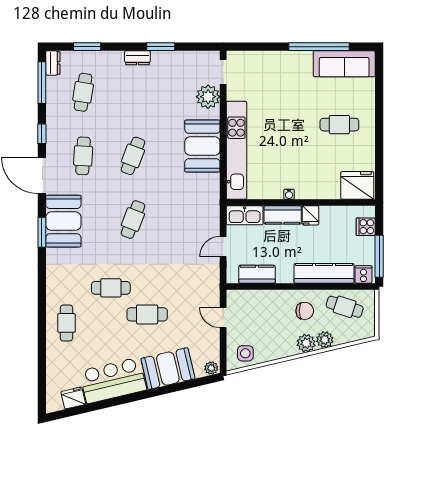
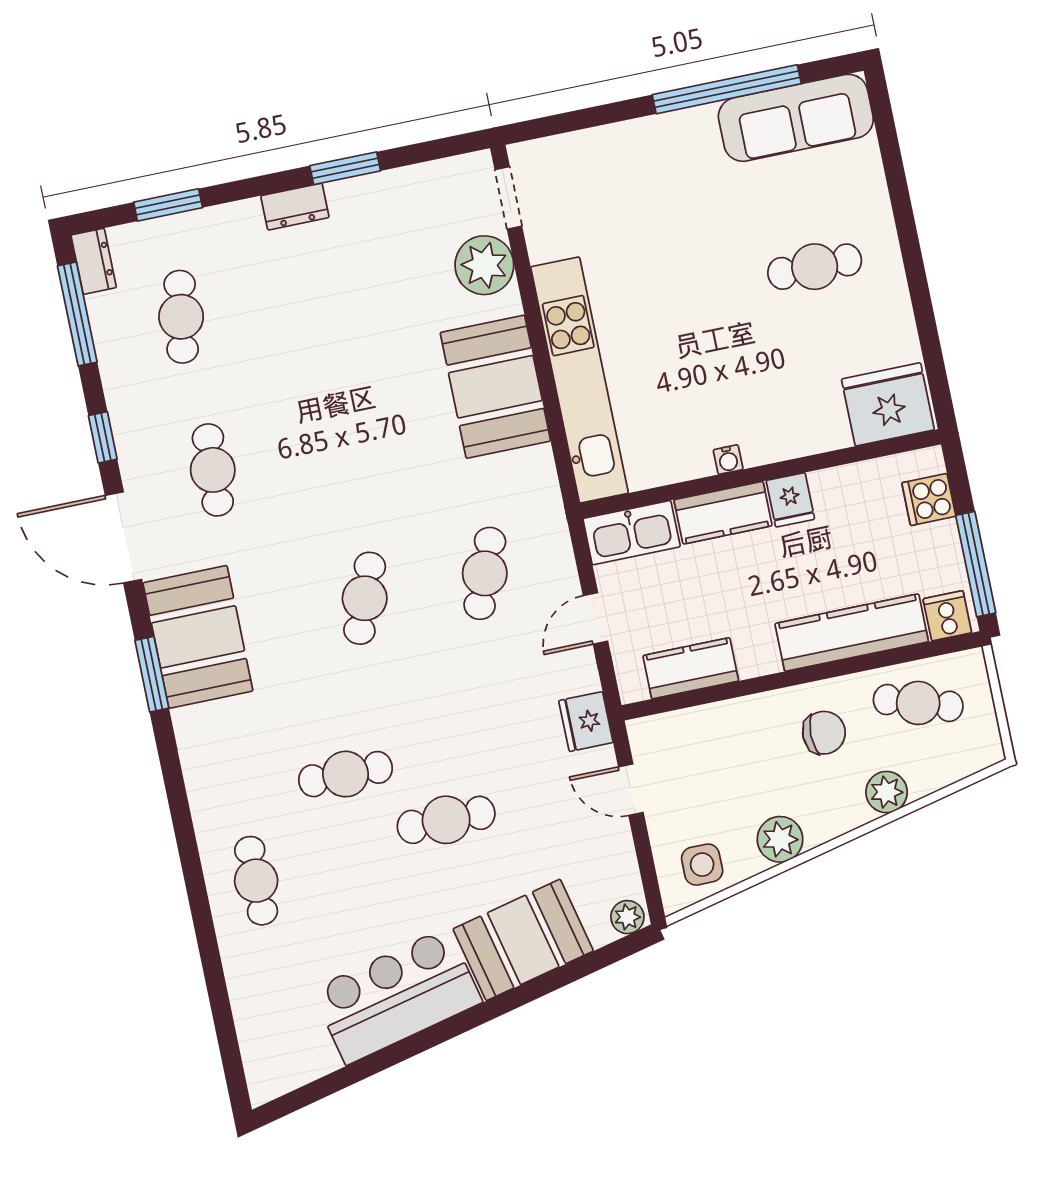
cafe table: (133, 156) -> (485, 573), moved
plant: (306, 343) -> (780, 839), moved
fridge: (73, 398) -> (586, 722), moved, turned -77

